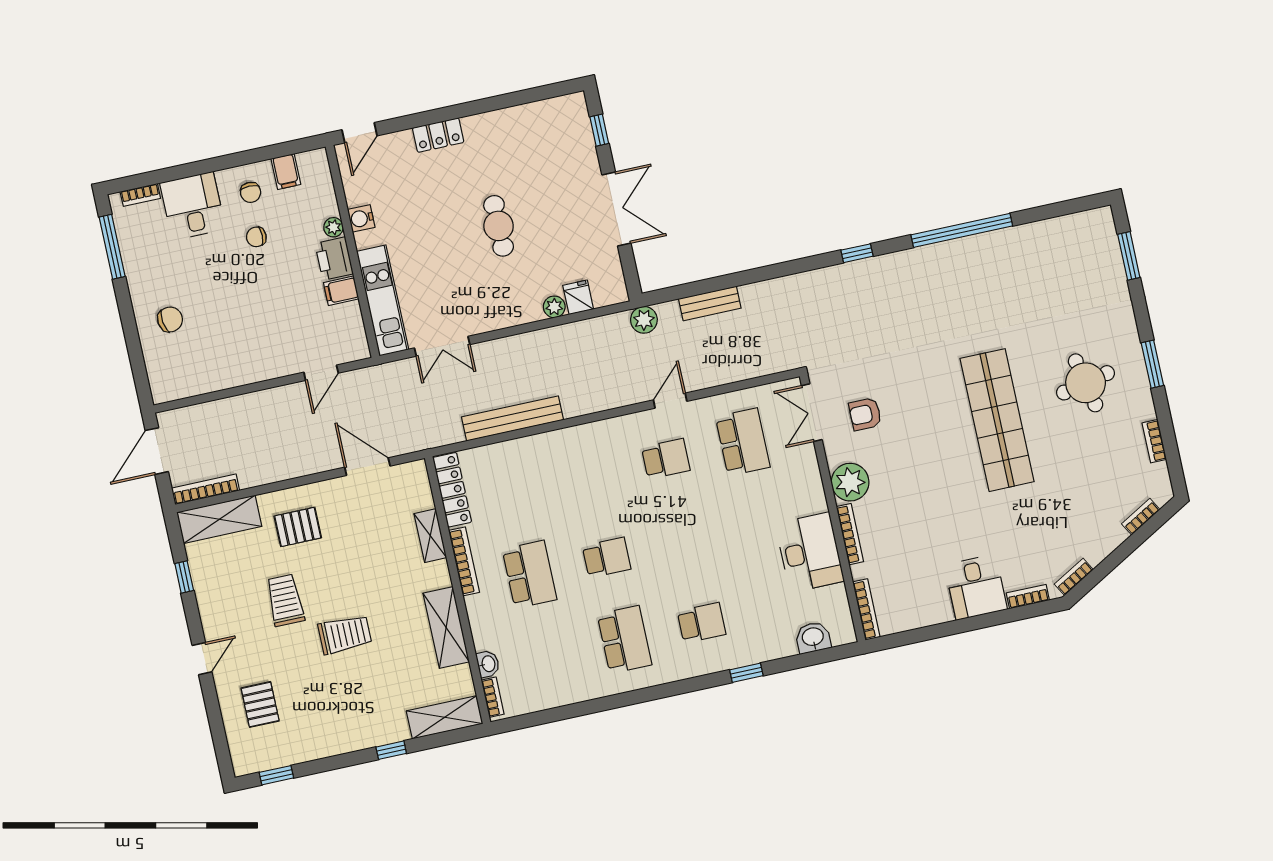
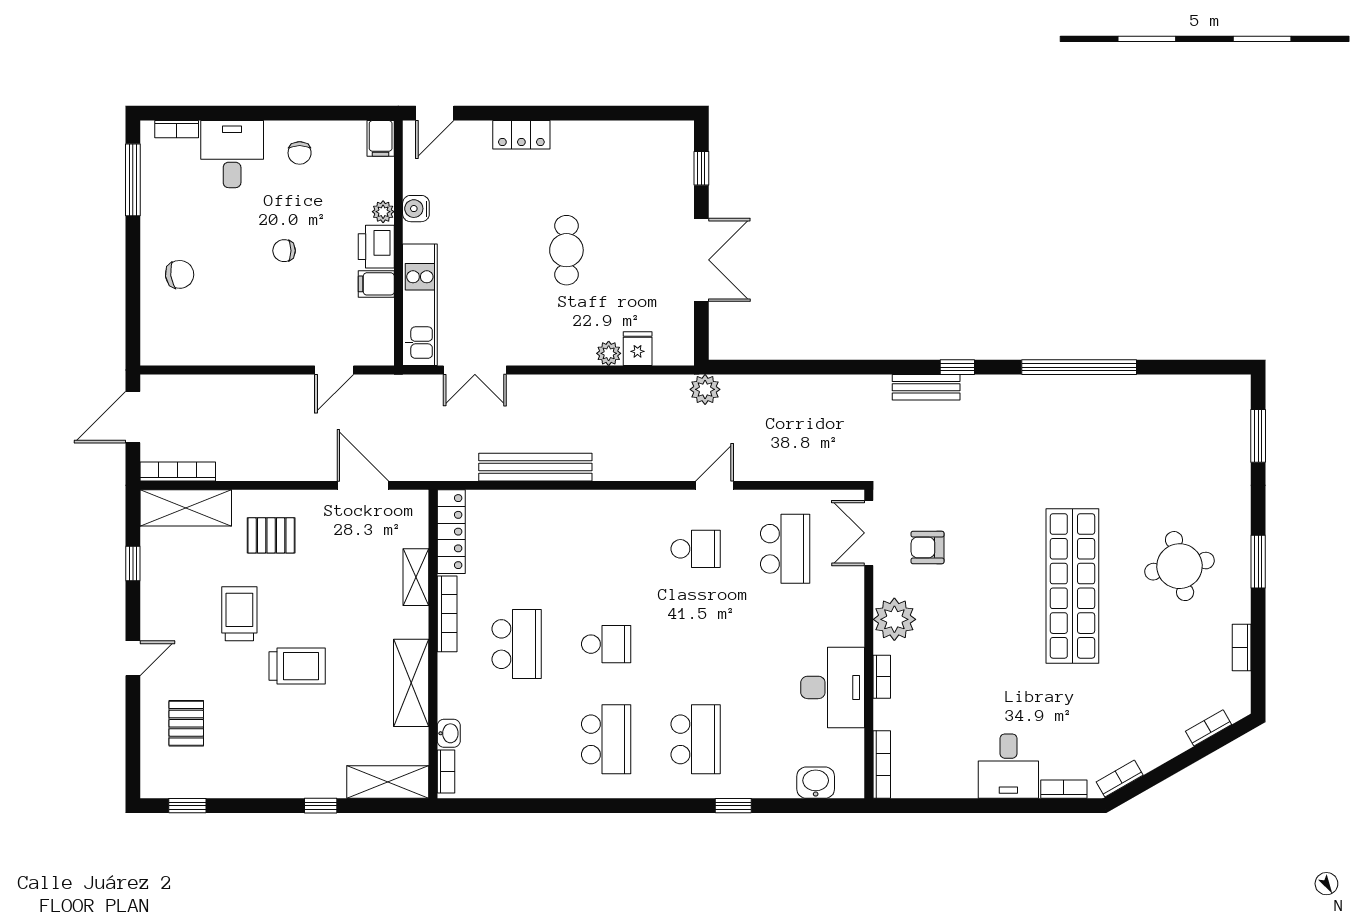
filing cabinet: (286, 172) -> (381, 138), moved
chair: (256, 237) -> (284, 251), moved
bench: (710, 303) -> (926, 387), moved
bookcase: (850, 534) -> (882, 677), width x0.64
school desk: (702, 623) -> (696, 739), width x1.85

